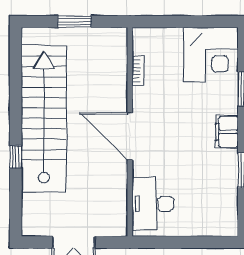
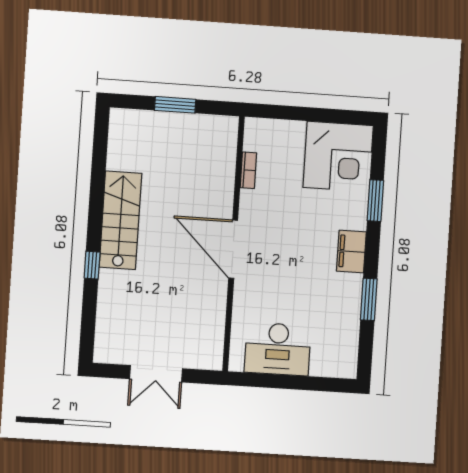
stairs: (44, 119) -> (120, 220), width x0.54, depth x0.66
desk: (153, 204) -> (278, 349), moved, turned -90

